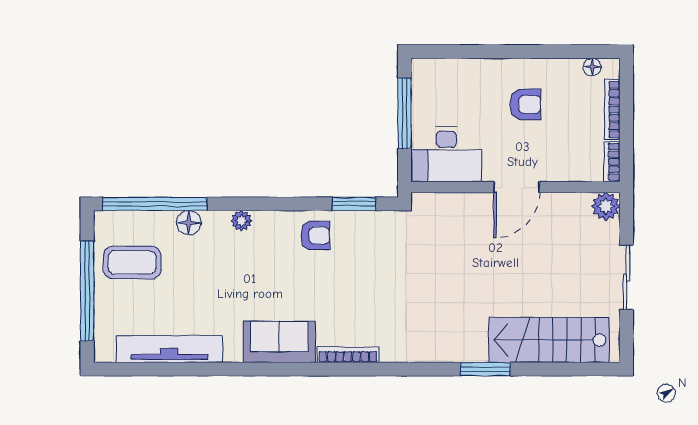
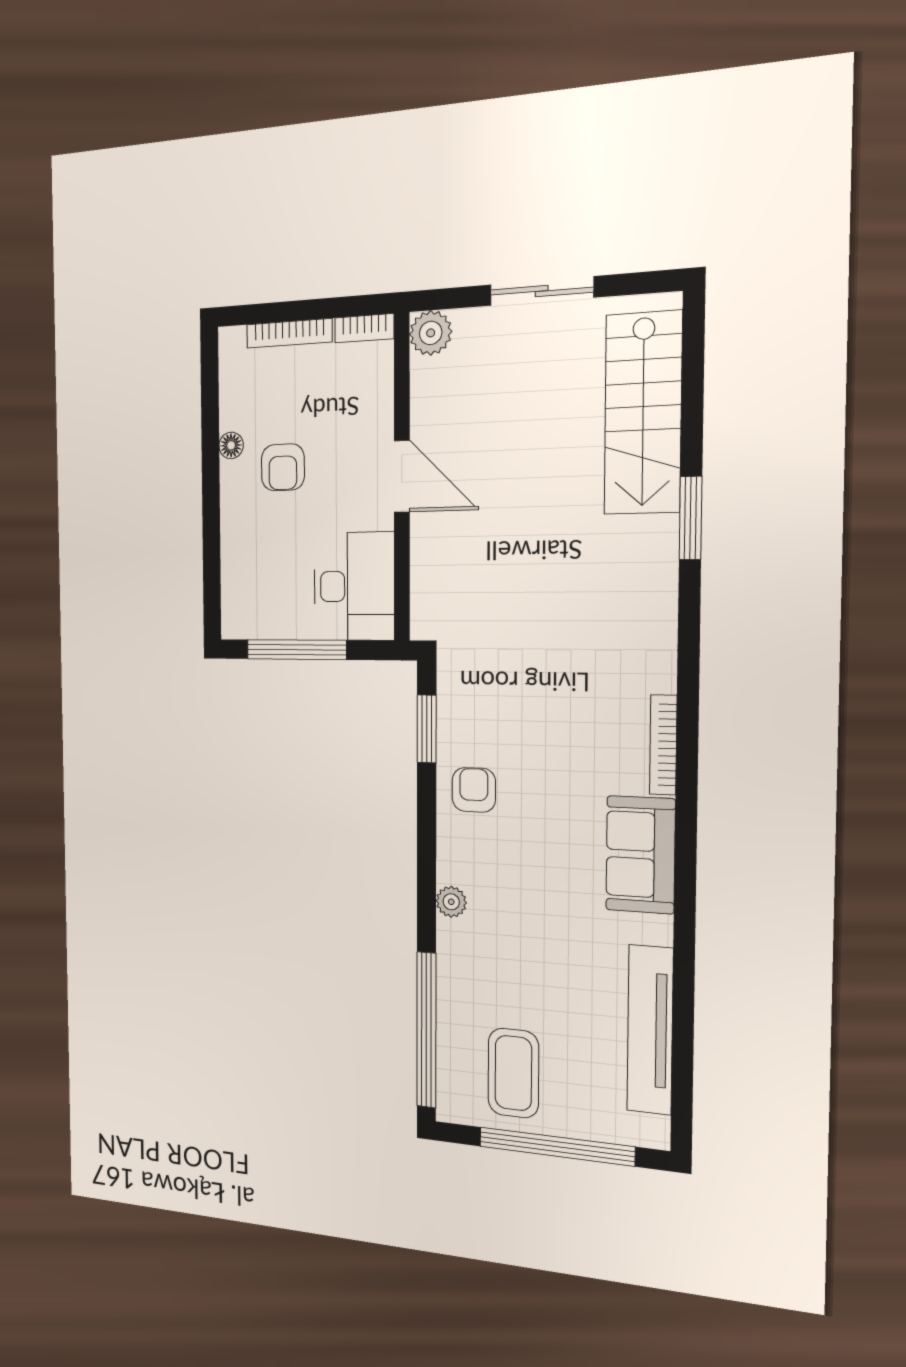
floor lamp: (592, 67) -> (231, 445), moved
armchair: (525, 104) -> (283, 467), turned 180
floor lamp: (189, 223) -> (454, 982), removed

